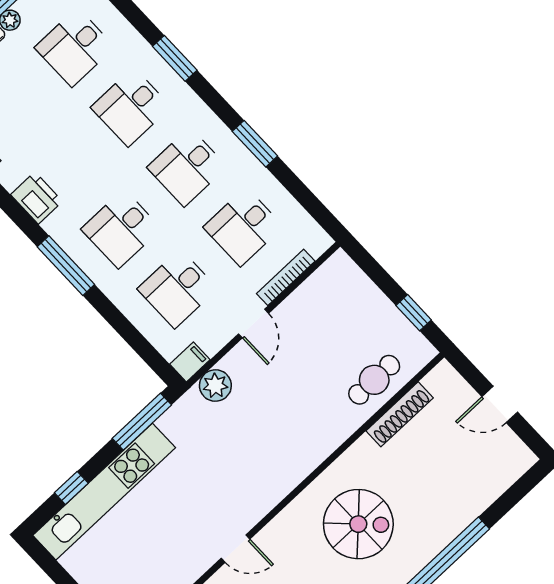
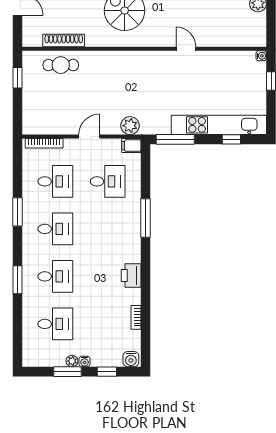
desk: (121, 229) -> (108, 229), removed
window: (66, 266) -> (146, 218), moved
bookcase: (286, 277) -> (44, 143), moved

